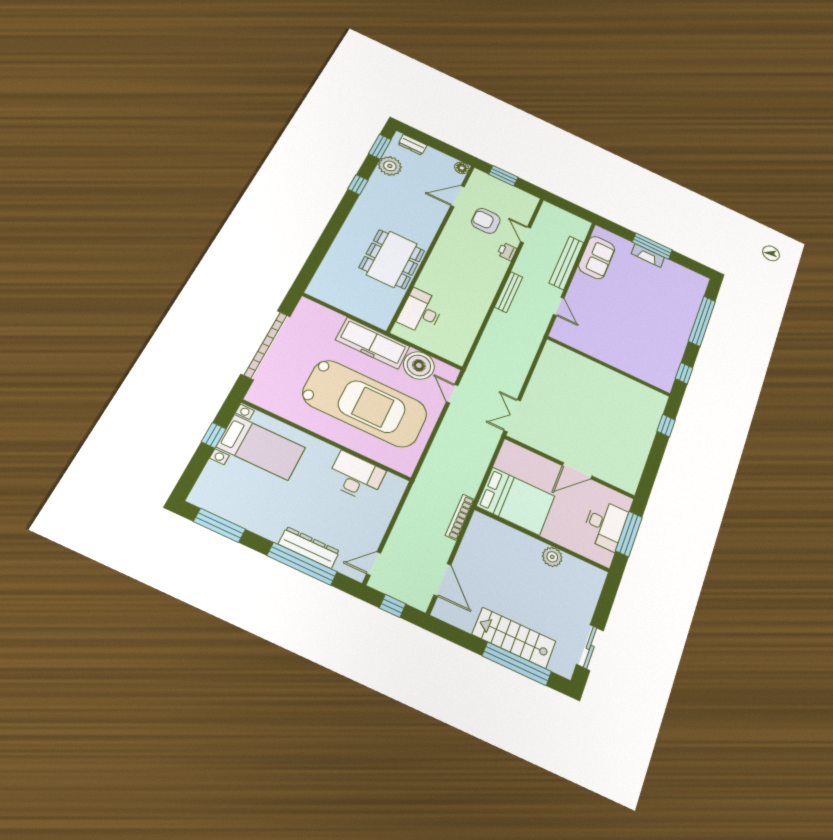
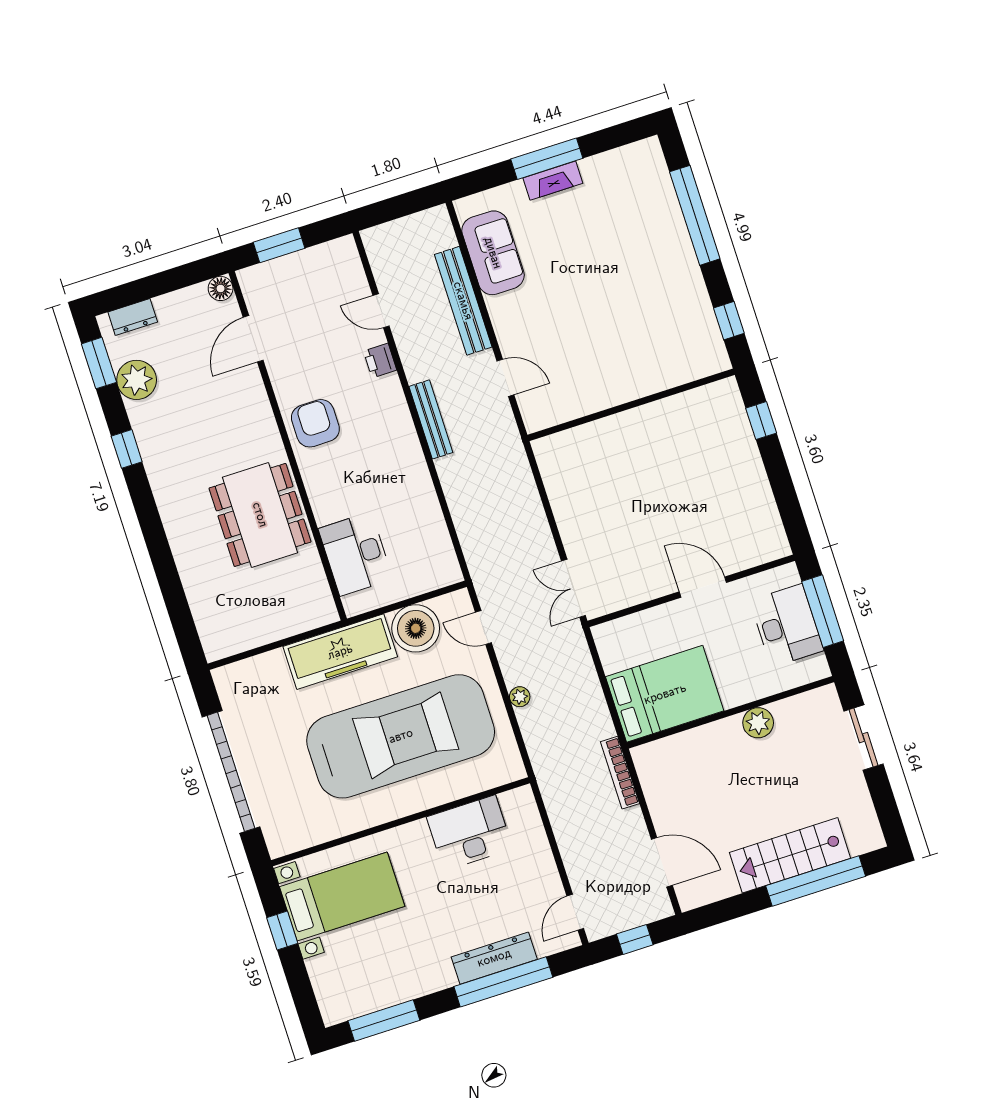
armchair: (486, 221) -> (315, 423), moved, turned 90
plant: (441, 438) -> (520, 697), added
door: (577, 471) -> (703, 587), swing flipped
sliding door: (590, 647) -> (864, 738), moved

